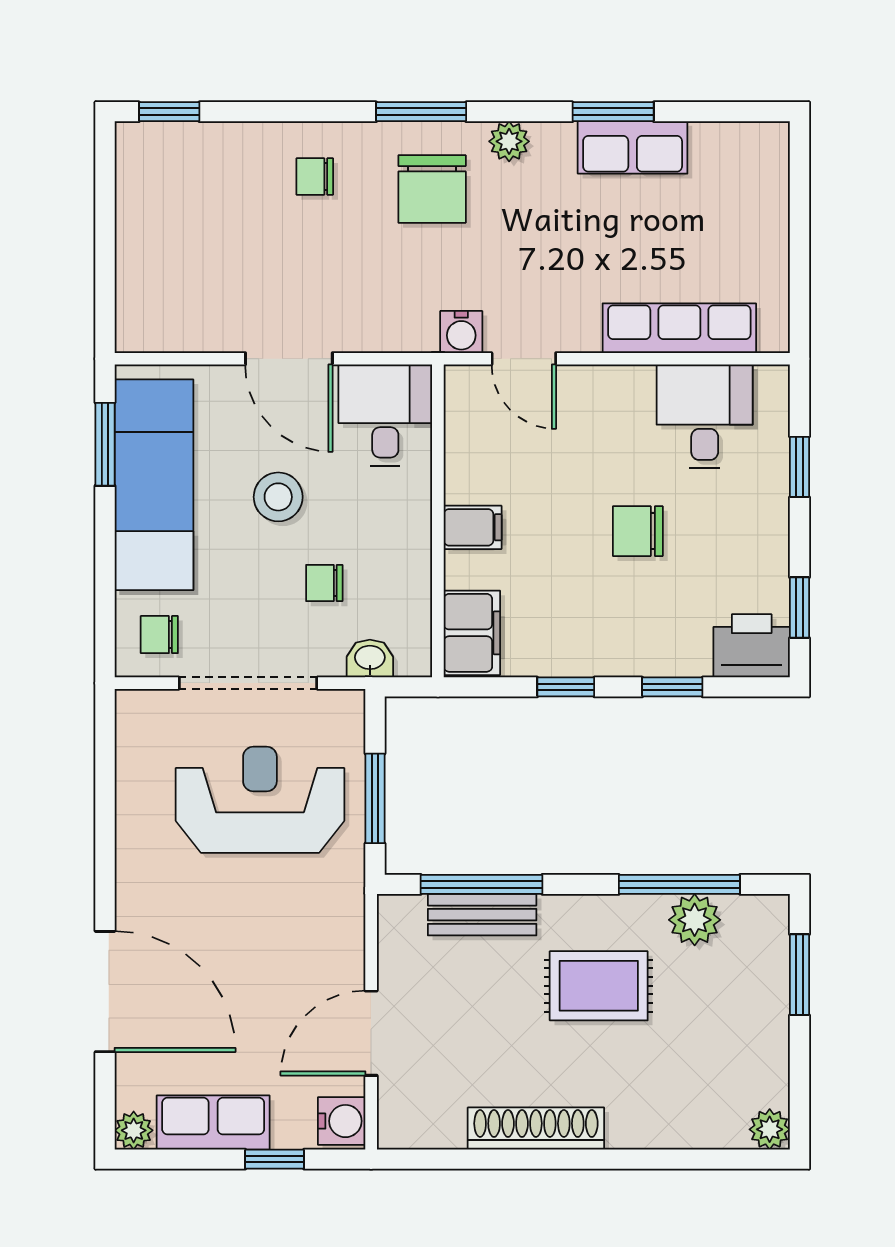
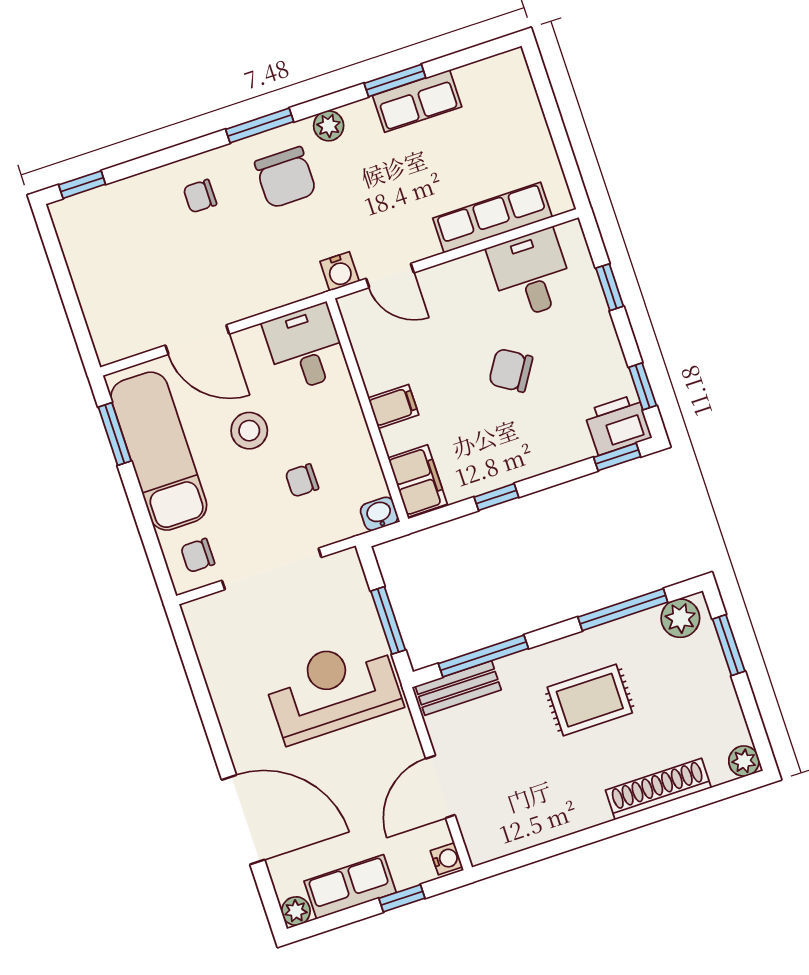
door: (289, 359) -> (197, 340), moved
chair: (638, 531) -> (511, 370), turned 32
washbasin: (370, 659) -> (379, 514), moved
window: (672, 687) -> (617, 457), moved
reception desk: (260, 800) -> (333, 690), moved
bench: (482, 915) -> (458, 688), moved
plant: (695, 920) -> (680, 618), moved
water cooler: (342, 1121) -> (446, 859), width x0.72, depth x0.72
shoe rack: (536, 1128) -> (658, 789), moved

